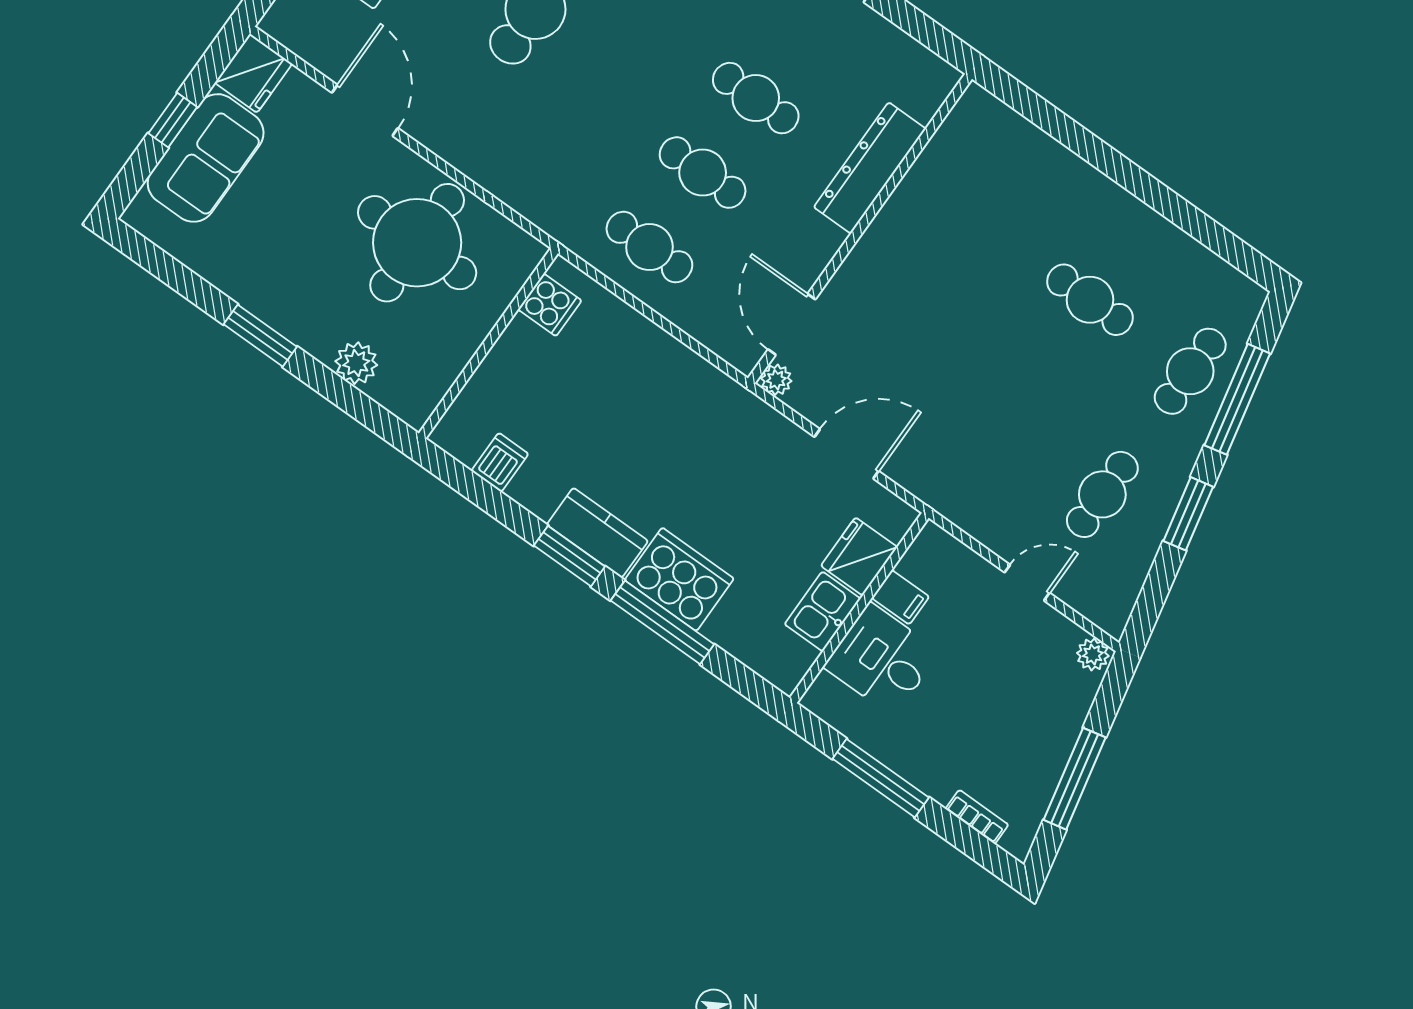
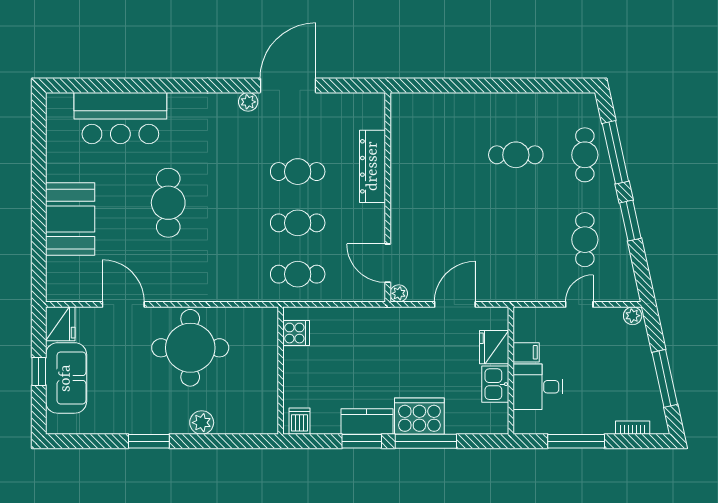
cooker: (550, 305) -> (296, 333), moved
wall: (488, 343) -> (281, 371), moved

